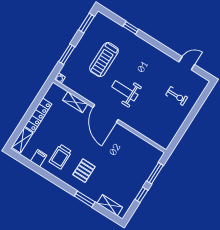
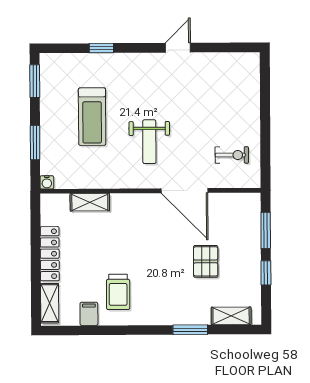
door: (187, 63) -> (178, 48), moved
weight bench: (125, 91) -> (149, 142), turned -90
exercise bike: (177, 96) -> (232, 155), moved
door: (106, 113) -> (184, 191), moved
pallet: (84, 171) -> (206, 261), moved

